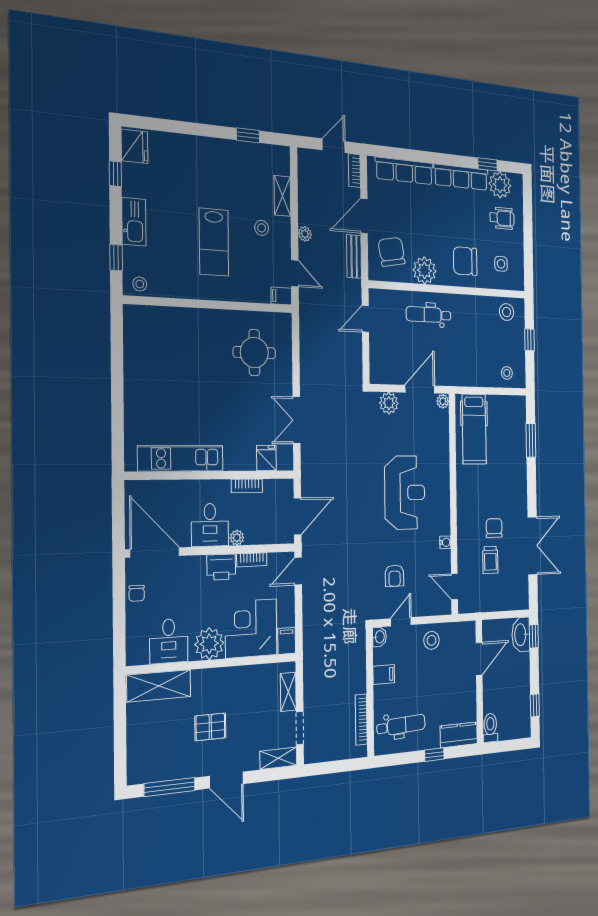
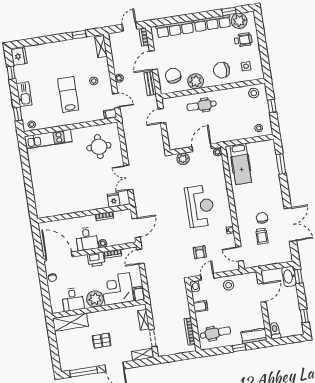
shelving: (282, 196) -> (101, 47), moved
lab bench: (214, 242) -> (68, 94), turned 180
kitchen unit: (181, 458) -> (48, 139), moved, turned 180

